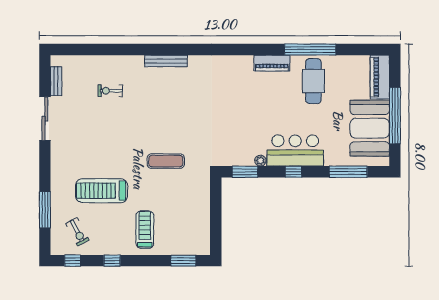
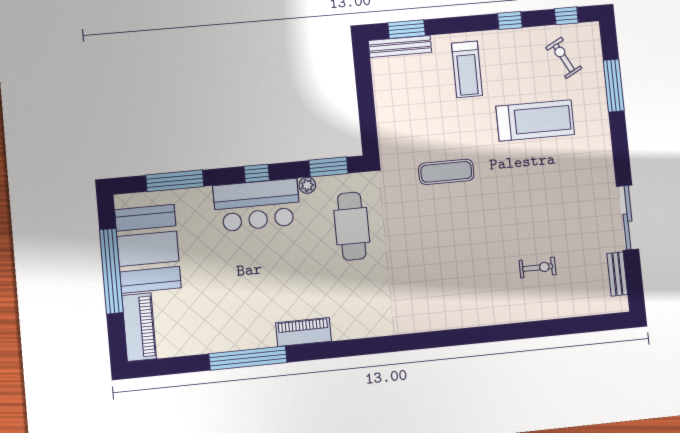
bench: (166, 61) -> (400, 46), moved
cafe table: (313, 81) -> (352, 226), moved

